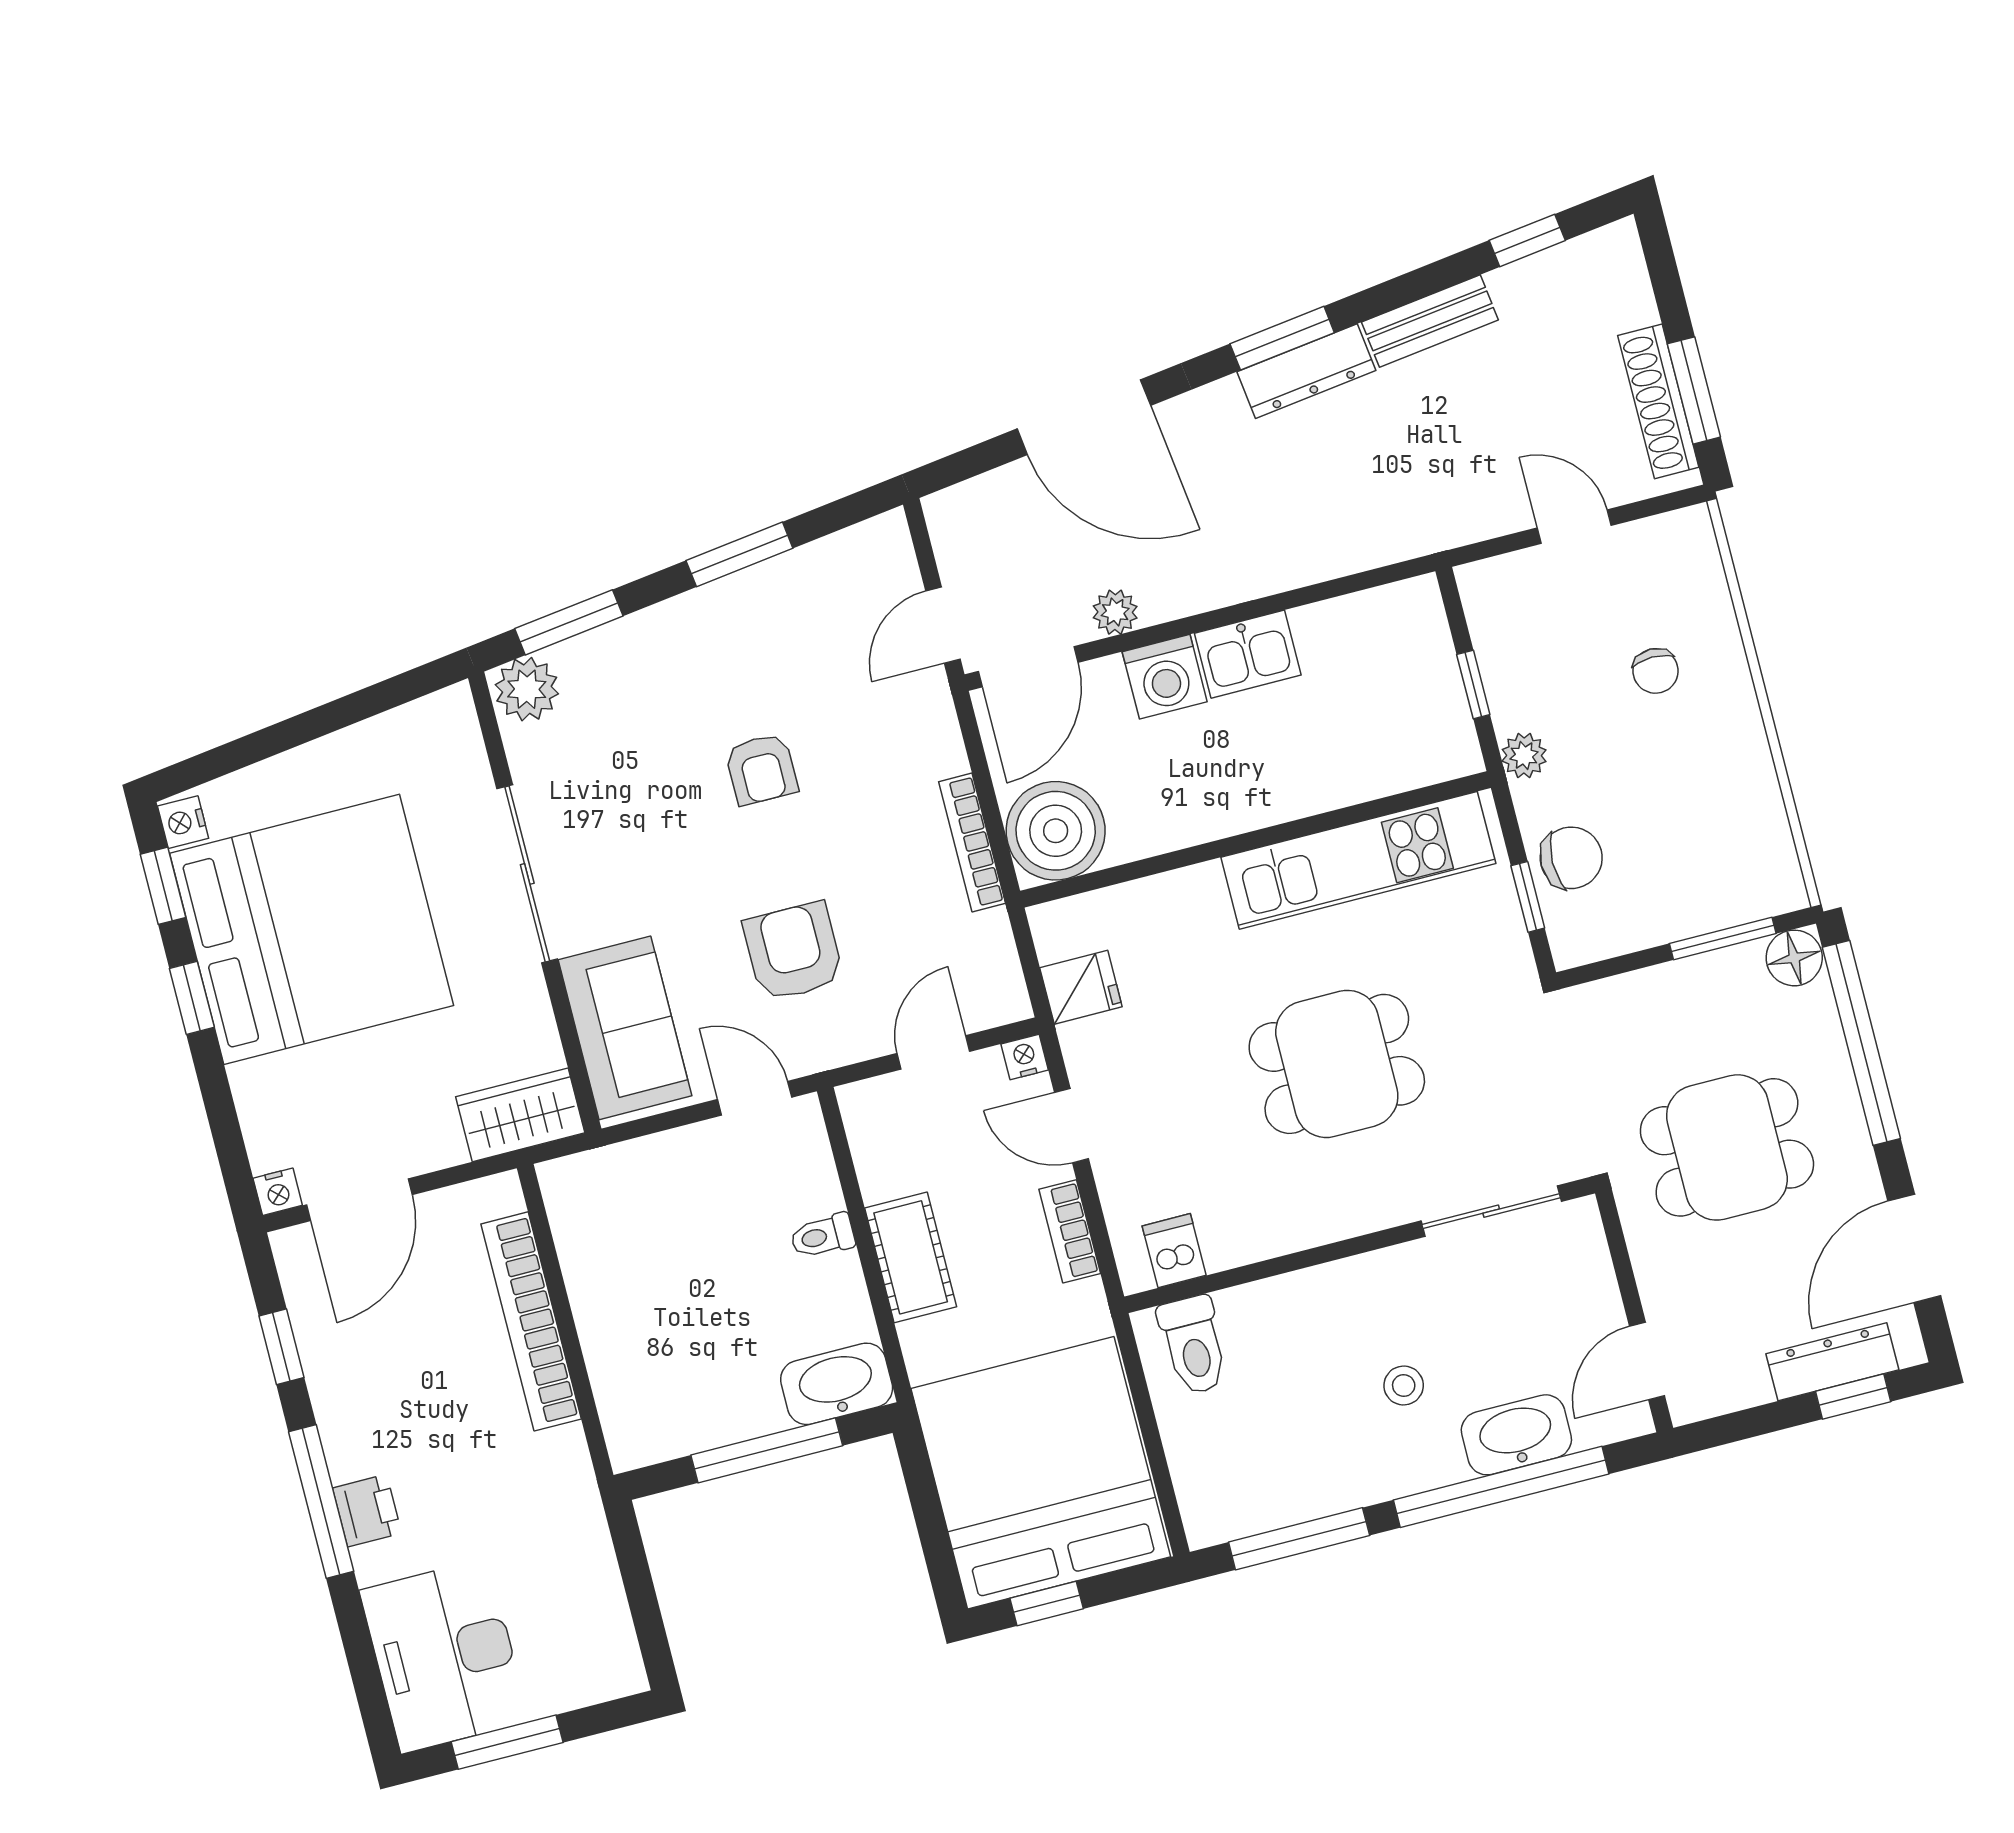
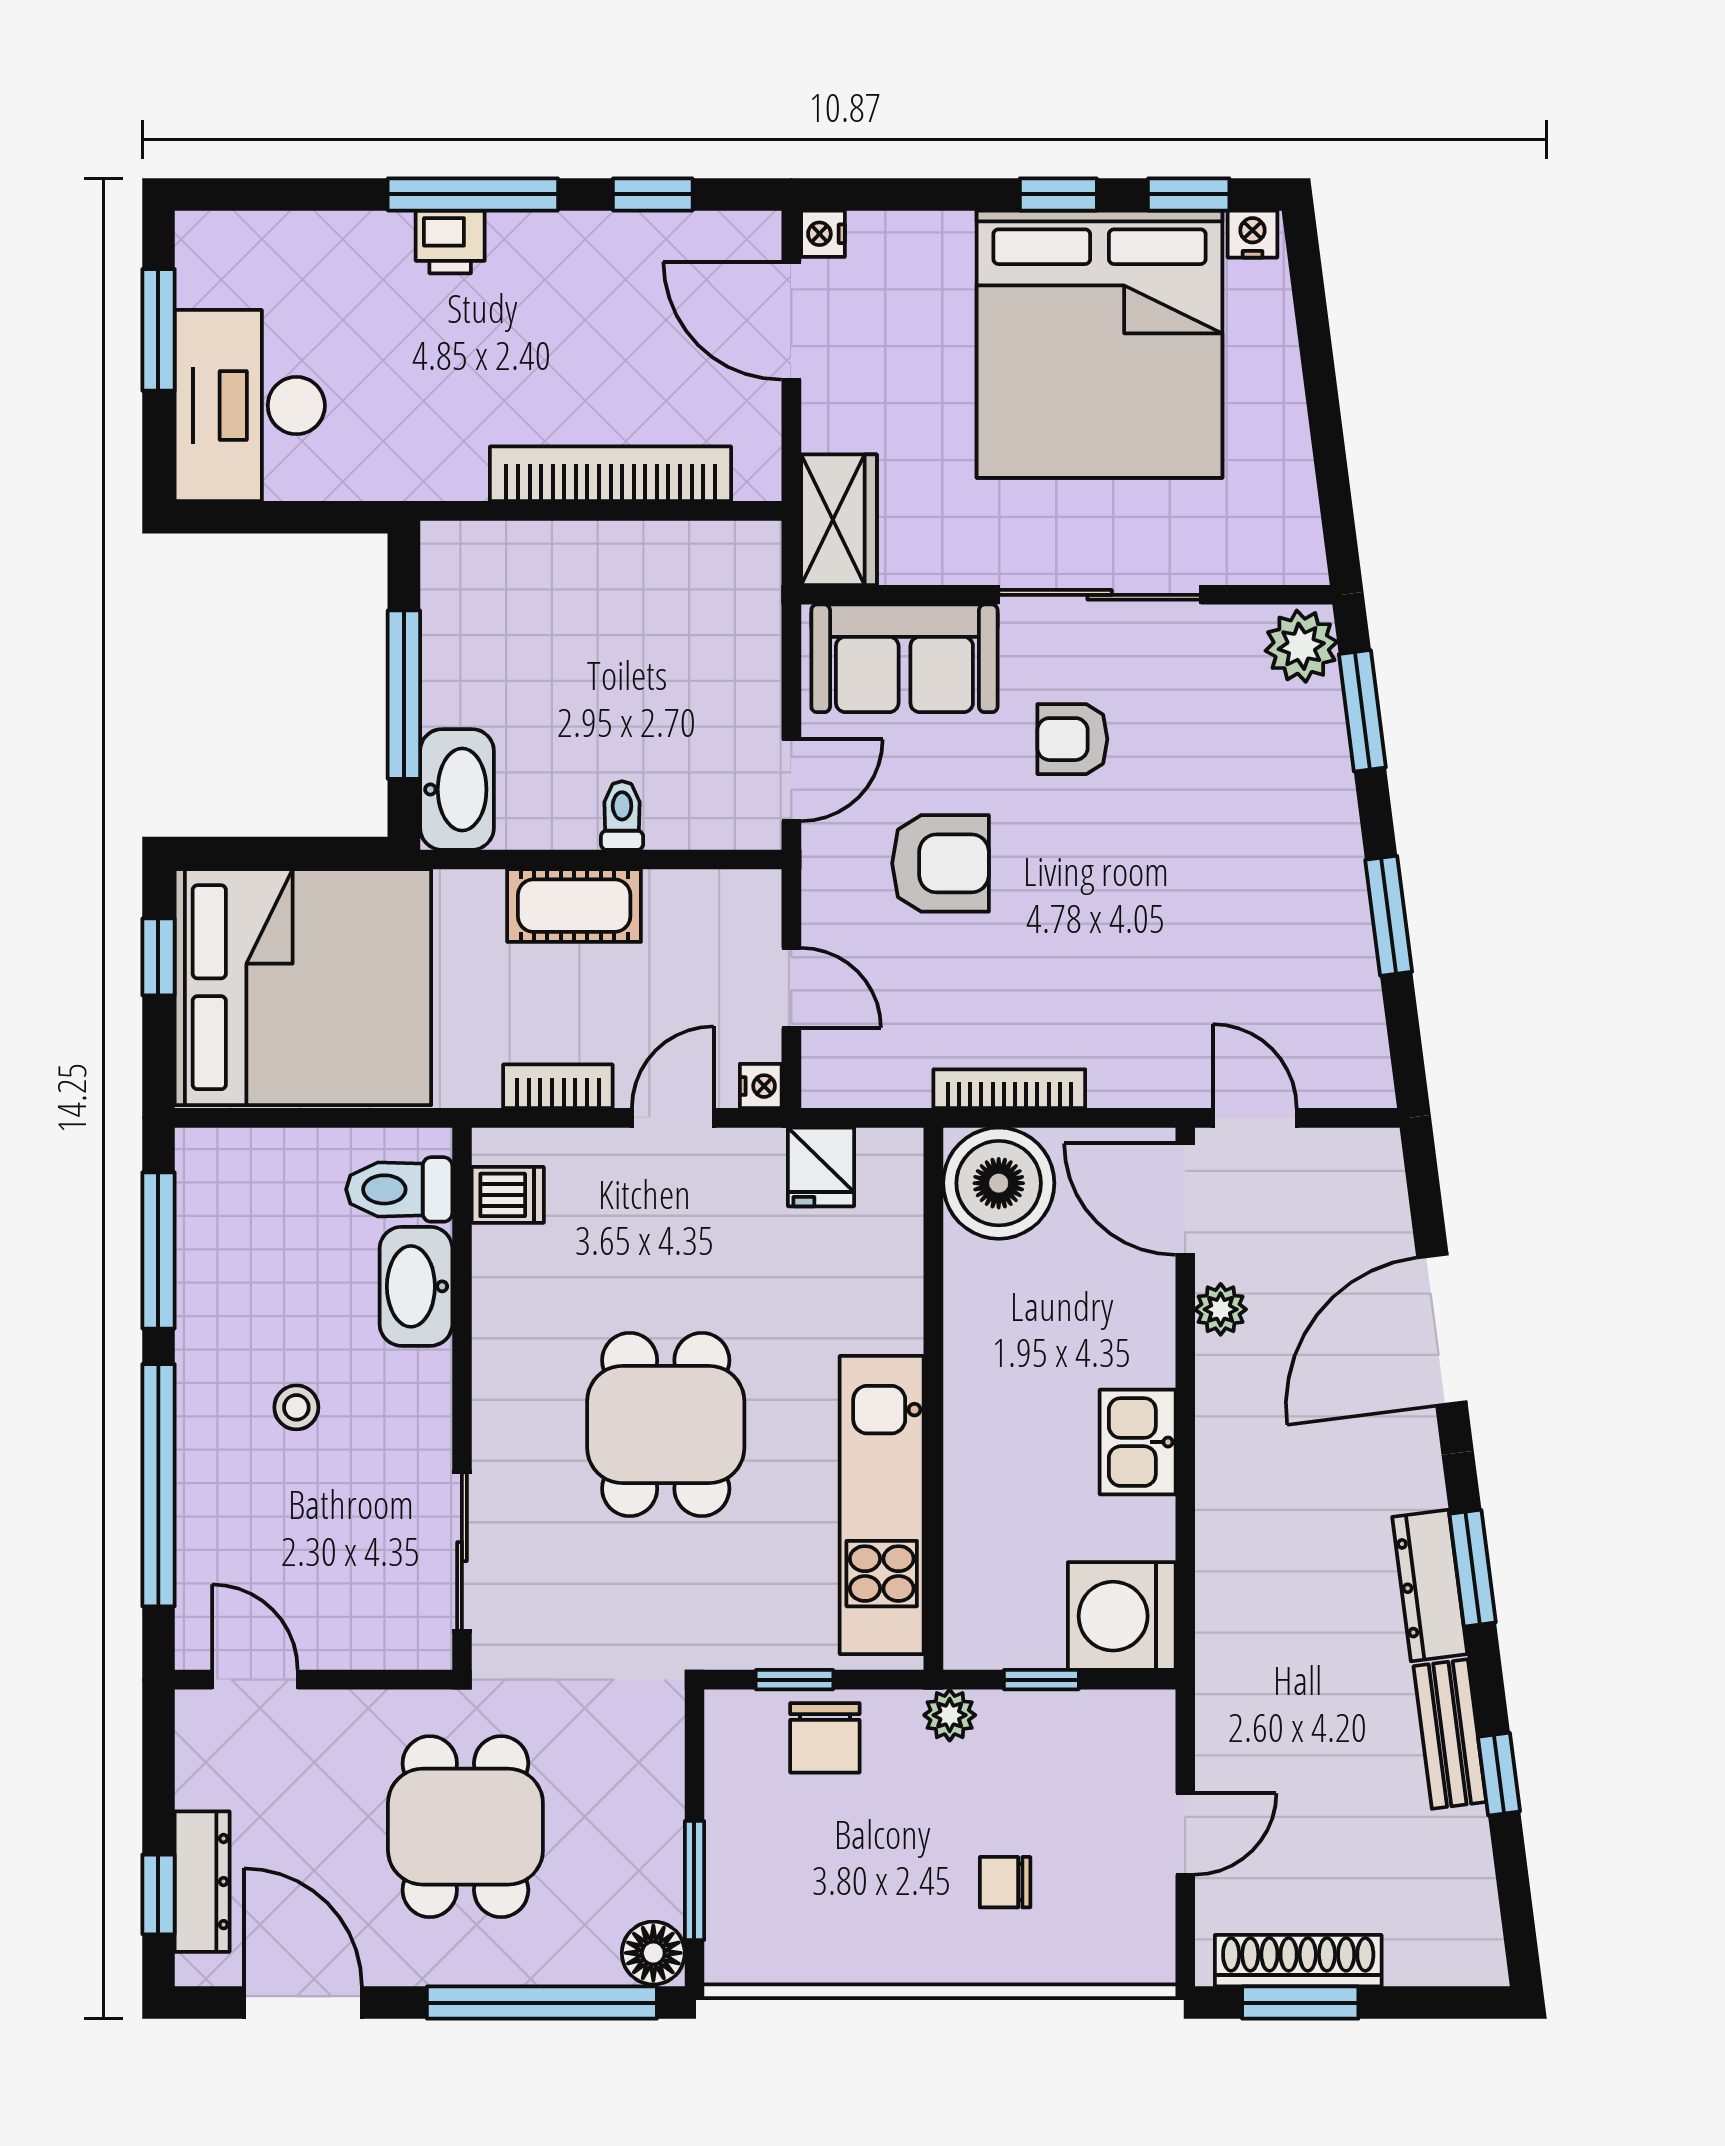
window: (1527, 240) -> (1499, 1774), moved
washing machine: (1165, 677) -> (1122, 1616), moved, width x1.37, depth x1.37
armchair: (761, 769) -> (1072, 739), moved
washbasin: (1516, 1435) -> (416, 1286), moved, turned 180
desk: (444, 1656) -> (250, 406), moved, turned -90

